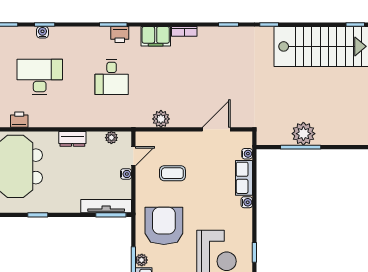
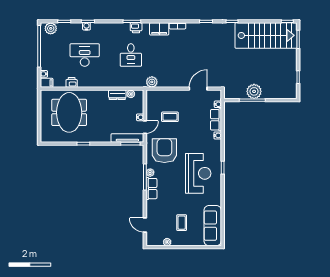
plant: (161, 119) -> (152, 82), moved
dresser: (72, 139) -> (117, 95), moved
door: (133, 156) -> (145, 127), moved

